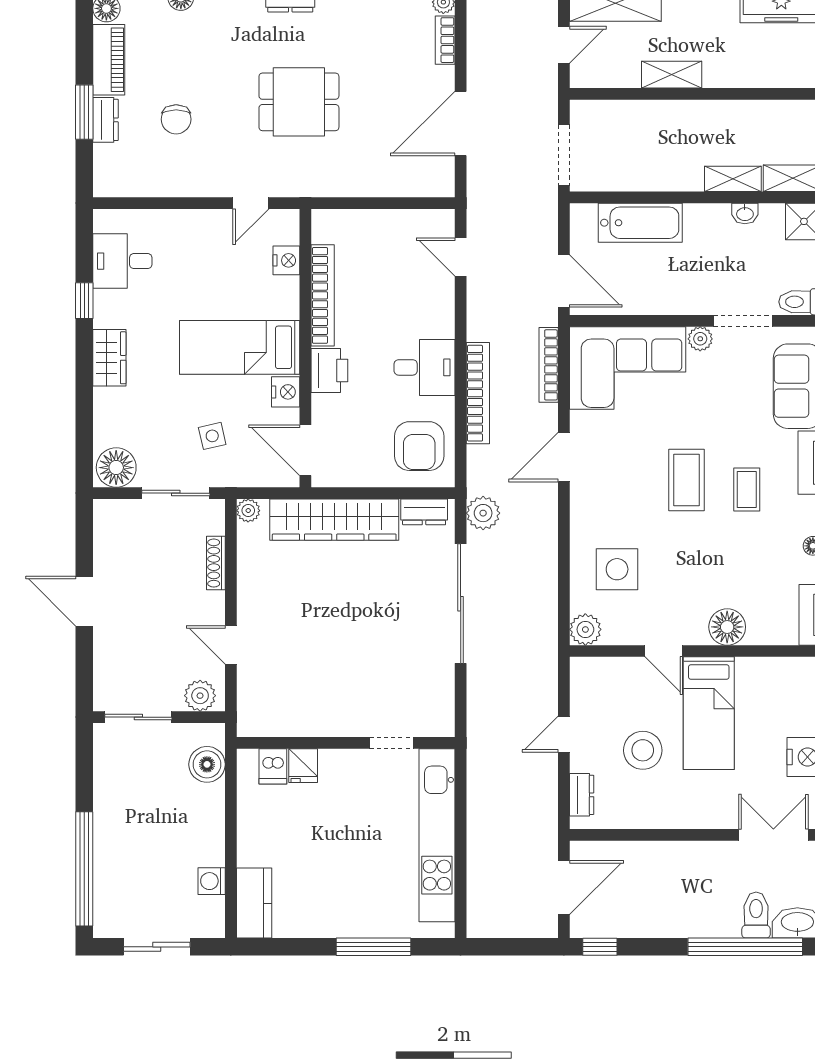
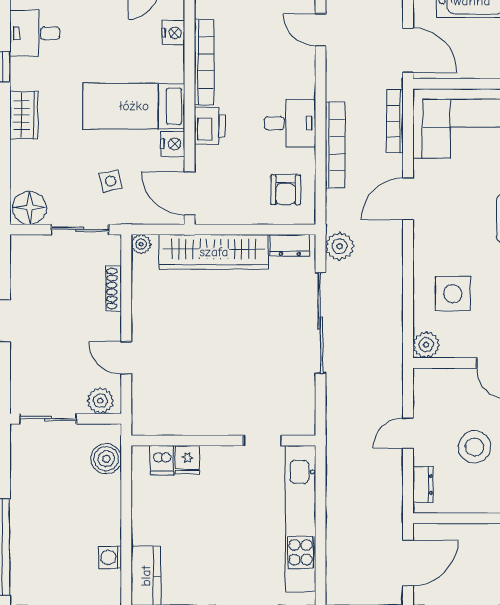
armchair: (419, 446) -> (286, 190), width x0.72, depth x0.72

